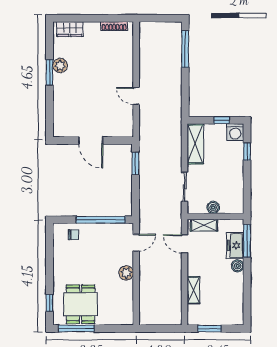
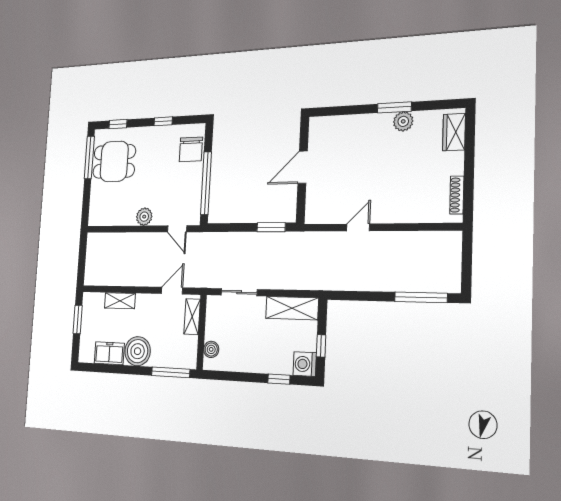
boiler: (213, 207) -> (211, 349), moved
chair: (73, 235) -> (191, 149), width x1.87, depth x1.87
freezer: (235, 246) -> (109, 353), moved
window: (50, 261) -> (163, 121), added
boiler: (238, 266) -> (138, 351), width x1.86, depth x1.86

